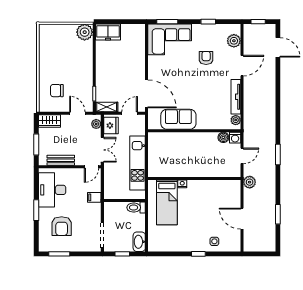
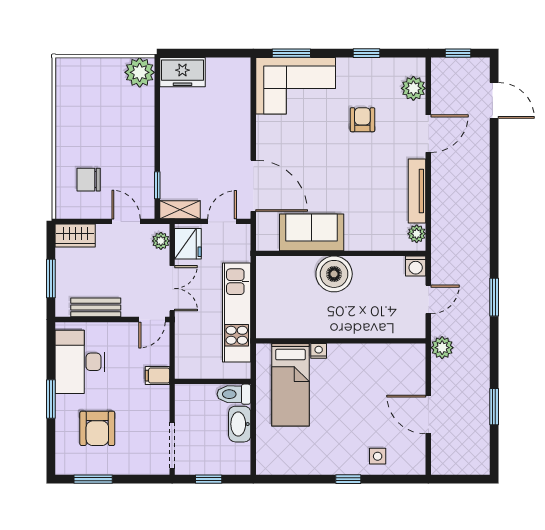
boiler: (223, 137) -> (334, 274), moved, width x1.86, depth x1.86
washbasin: (139, 242) -> (240, 424), moved

